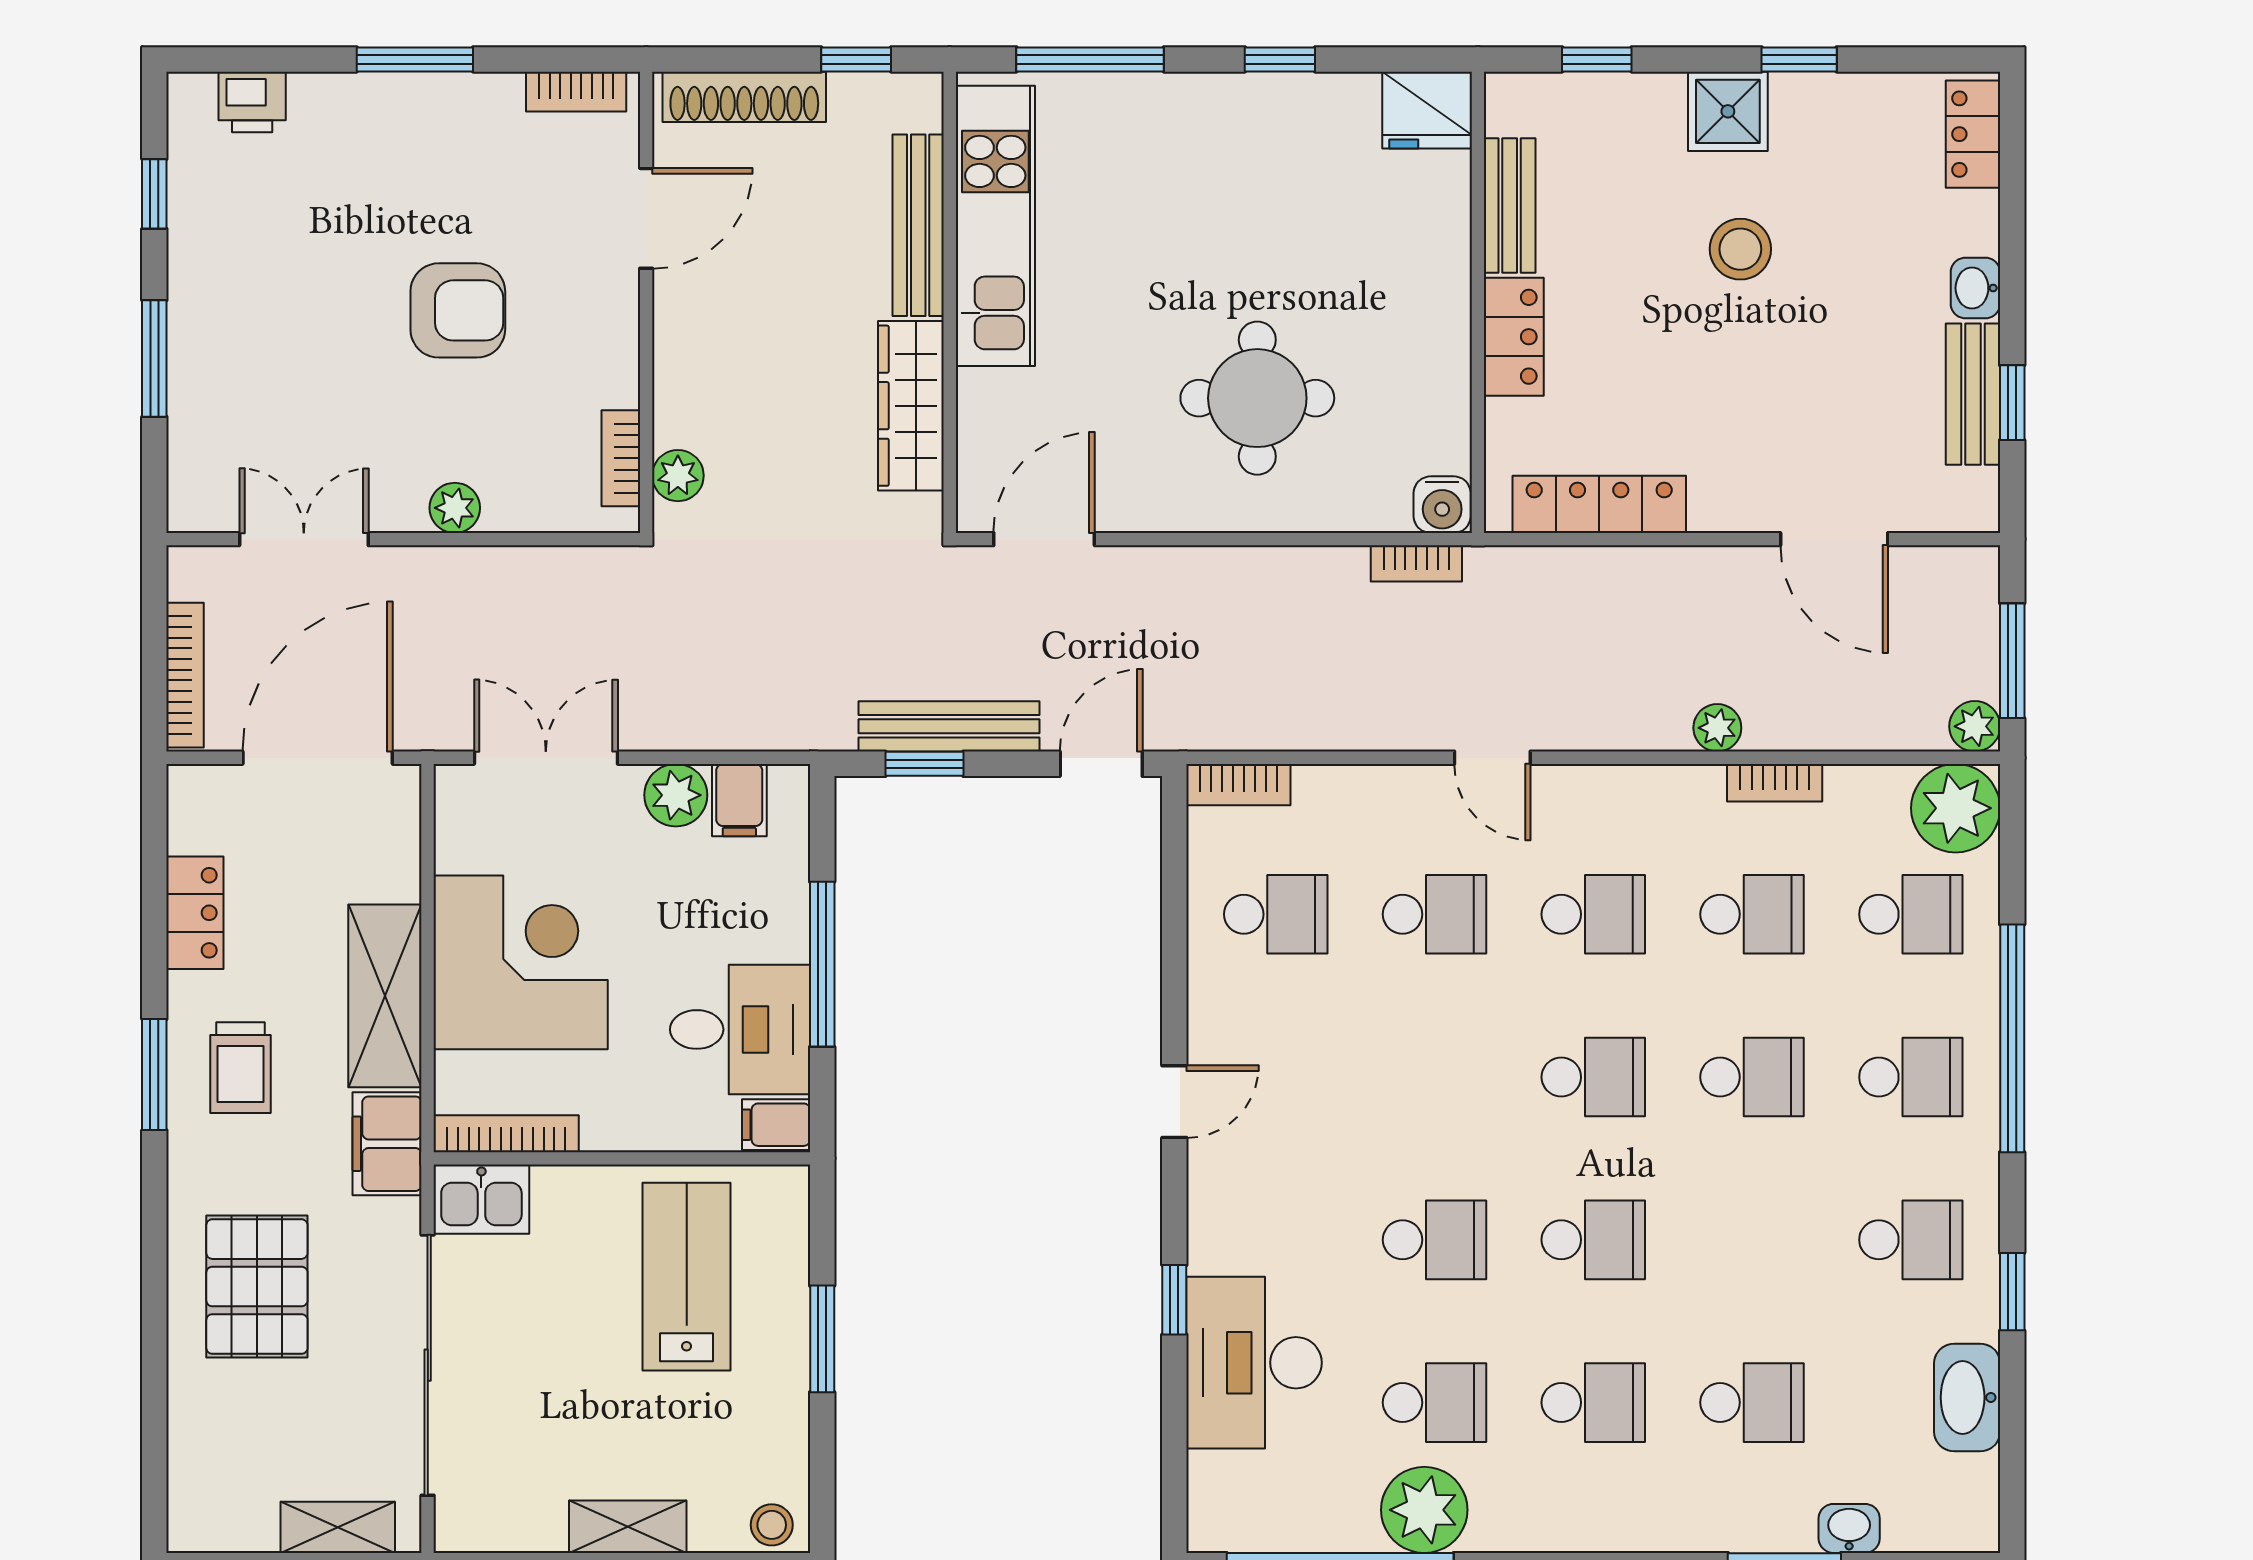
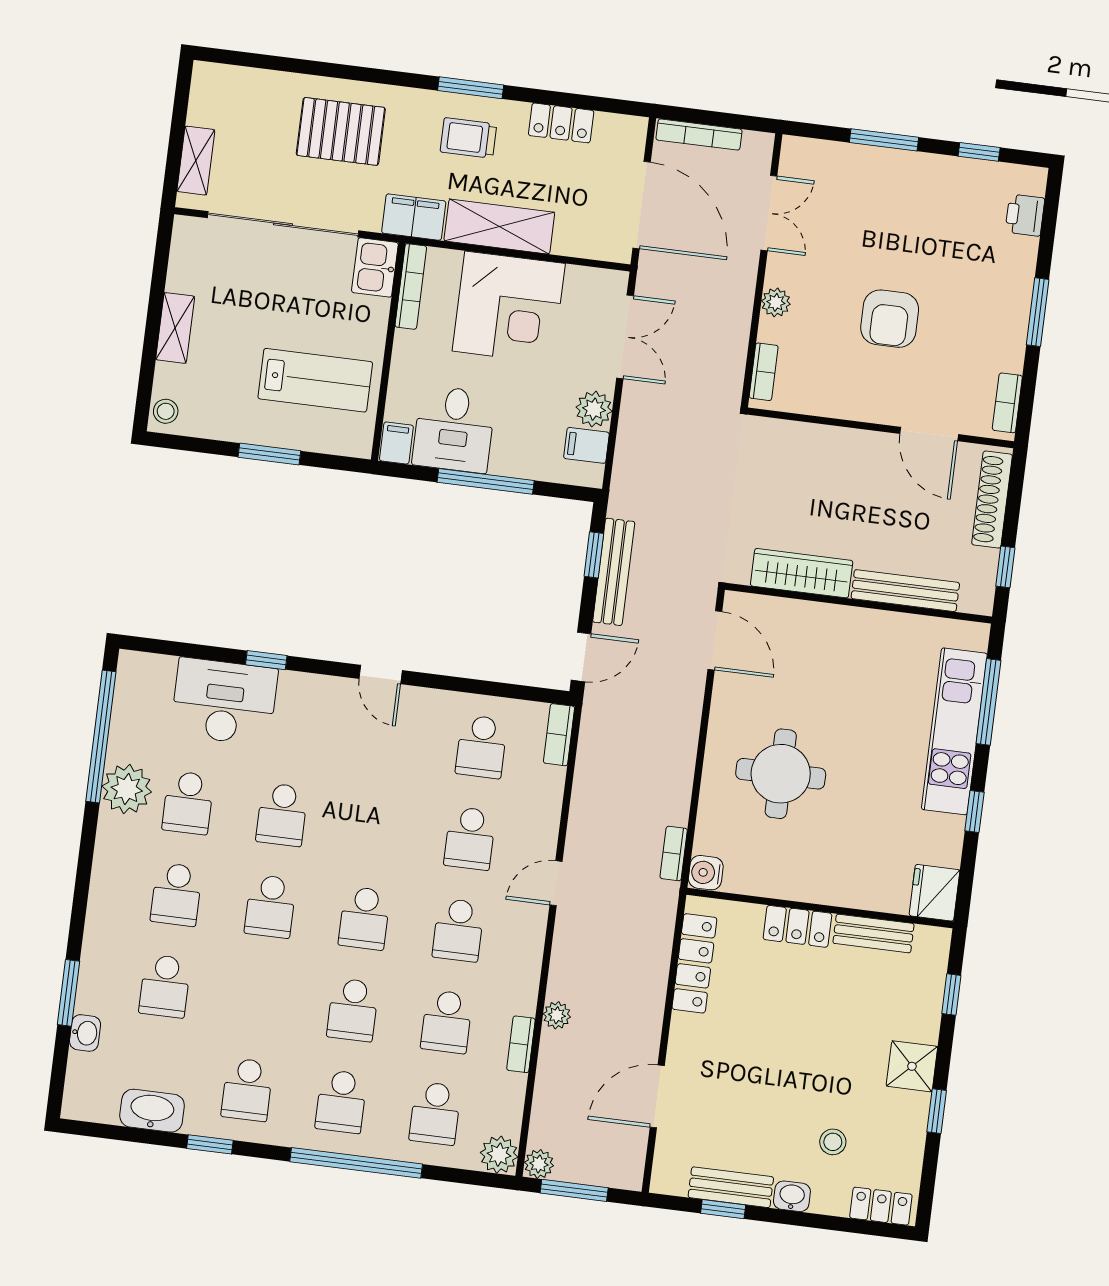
kitchen unit: (995, 226) -> (954, 731), moved, turned 90
stool: (1740, 249) -> (833, 1142), moved, width x0.73, depth x0.73
bookcase: (621, 458) -> (764, 372), moved, turned 90
plant: (678, 476) -> (778, 434), removed
door: (1101, 764) -> (581, 657), hinge flipped
plant: (1956, 808) -> (499, 1155), width x0.73, depth x0.73

